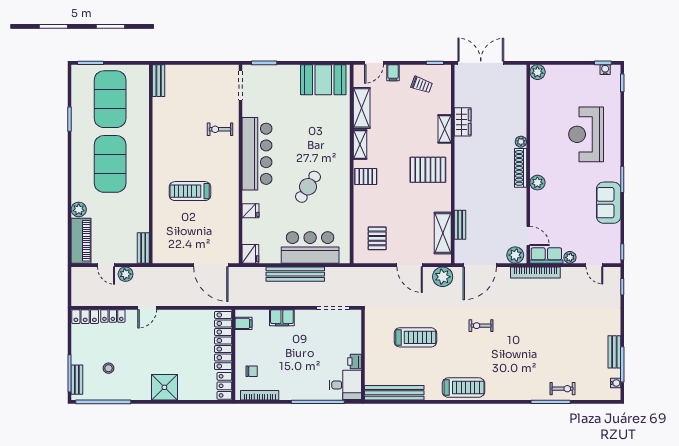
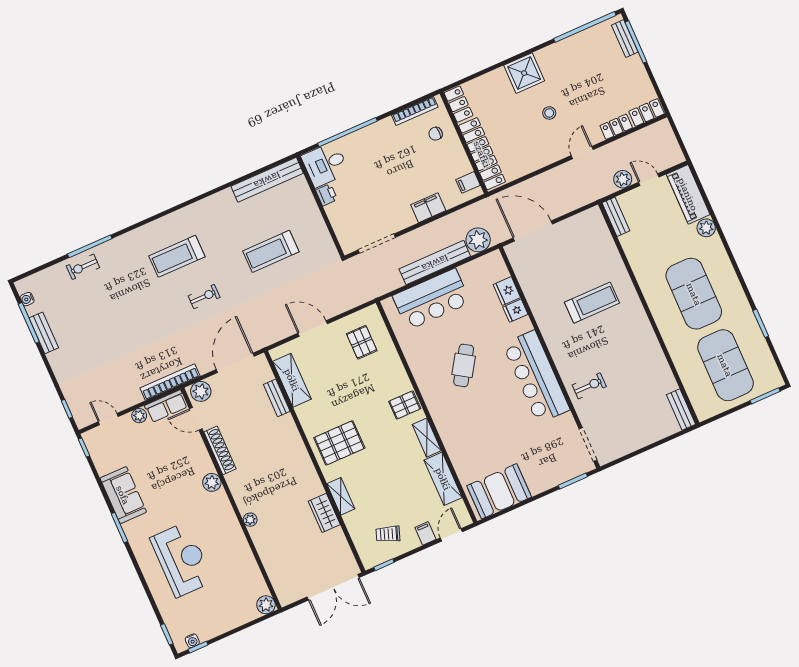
shoe rack: (521, 168) -> (220, 450), moved
fridge: (250, 254) -> (507, 291), moved
plant: (443, 277) -> (478, 240), moved
stool: (109, 368) -> (549, 113), moved
treadmill: (463, 388) -> (177, 256), moved

